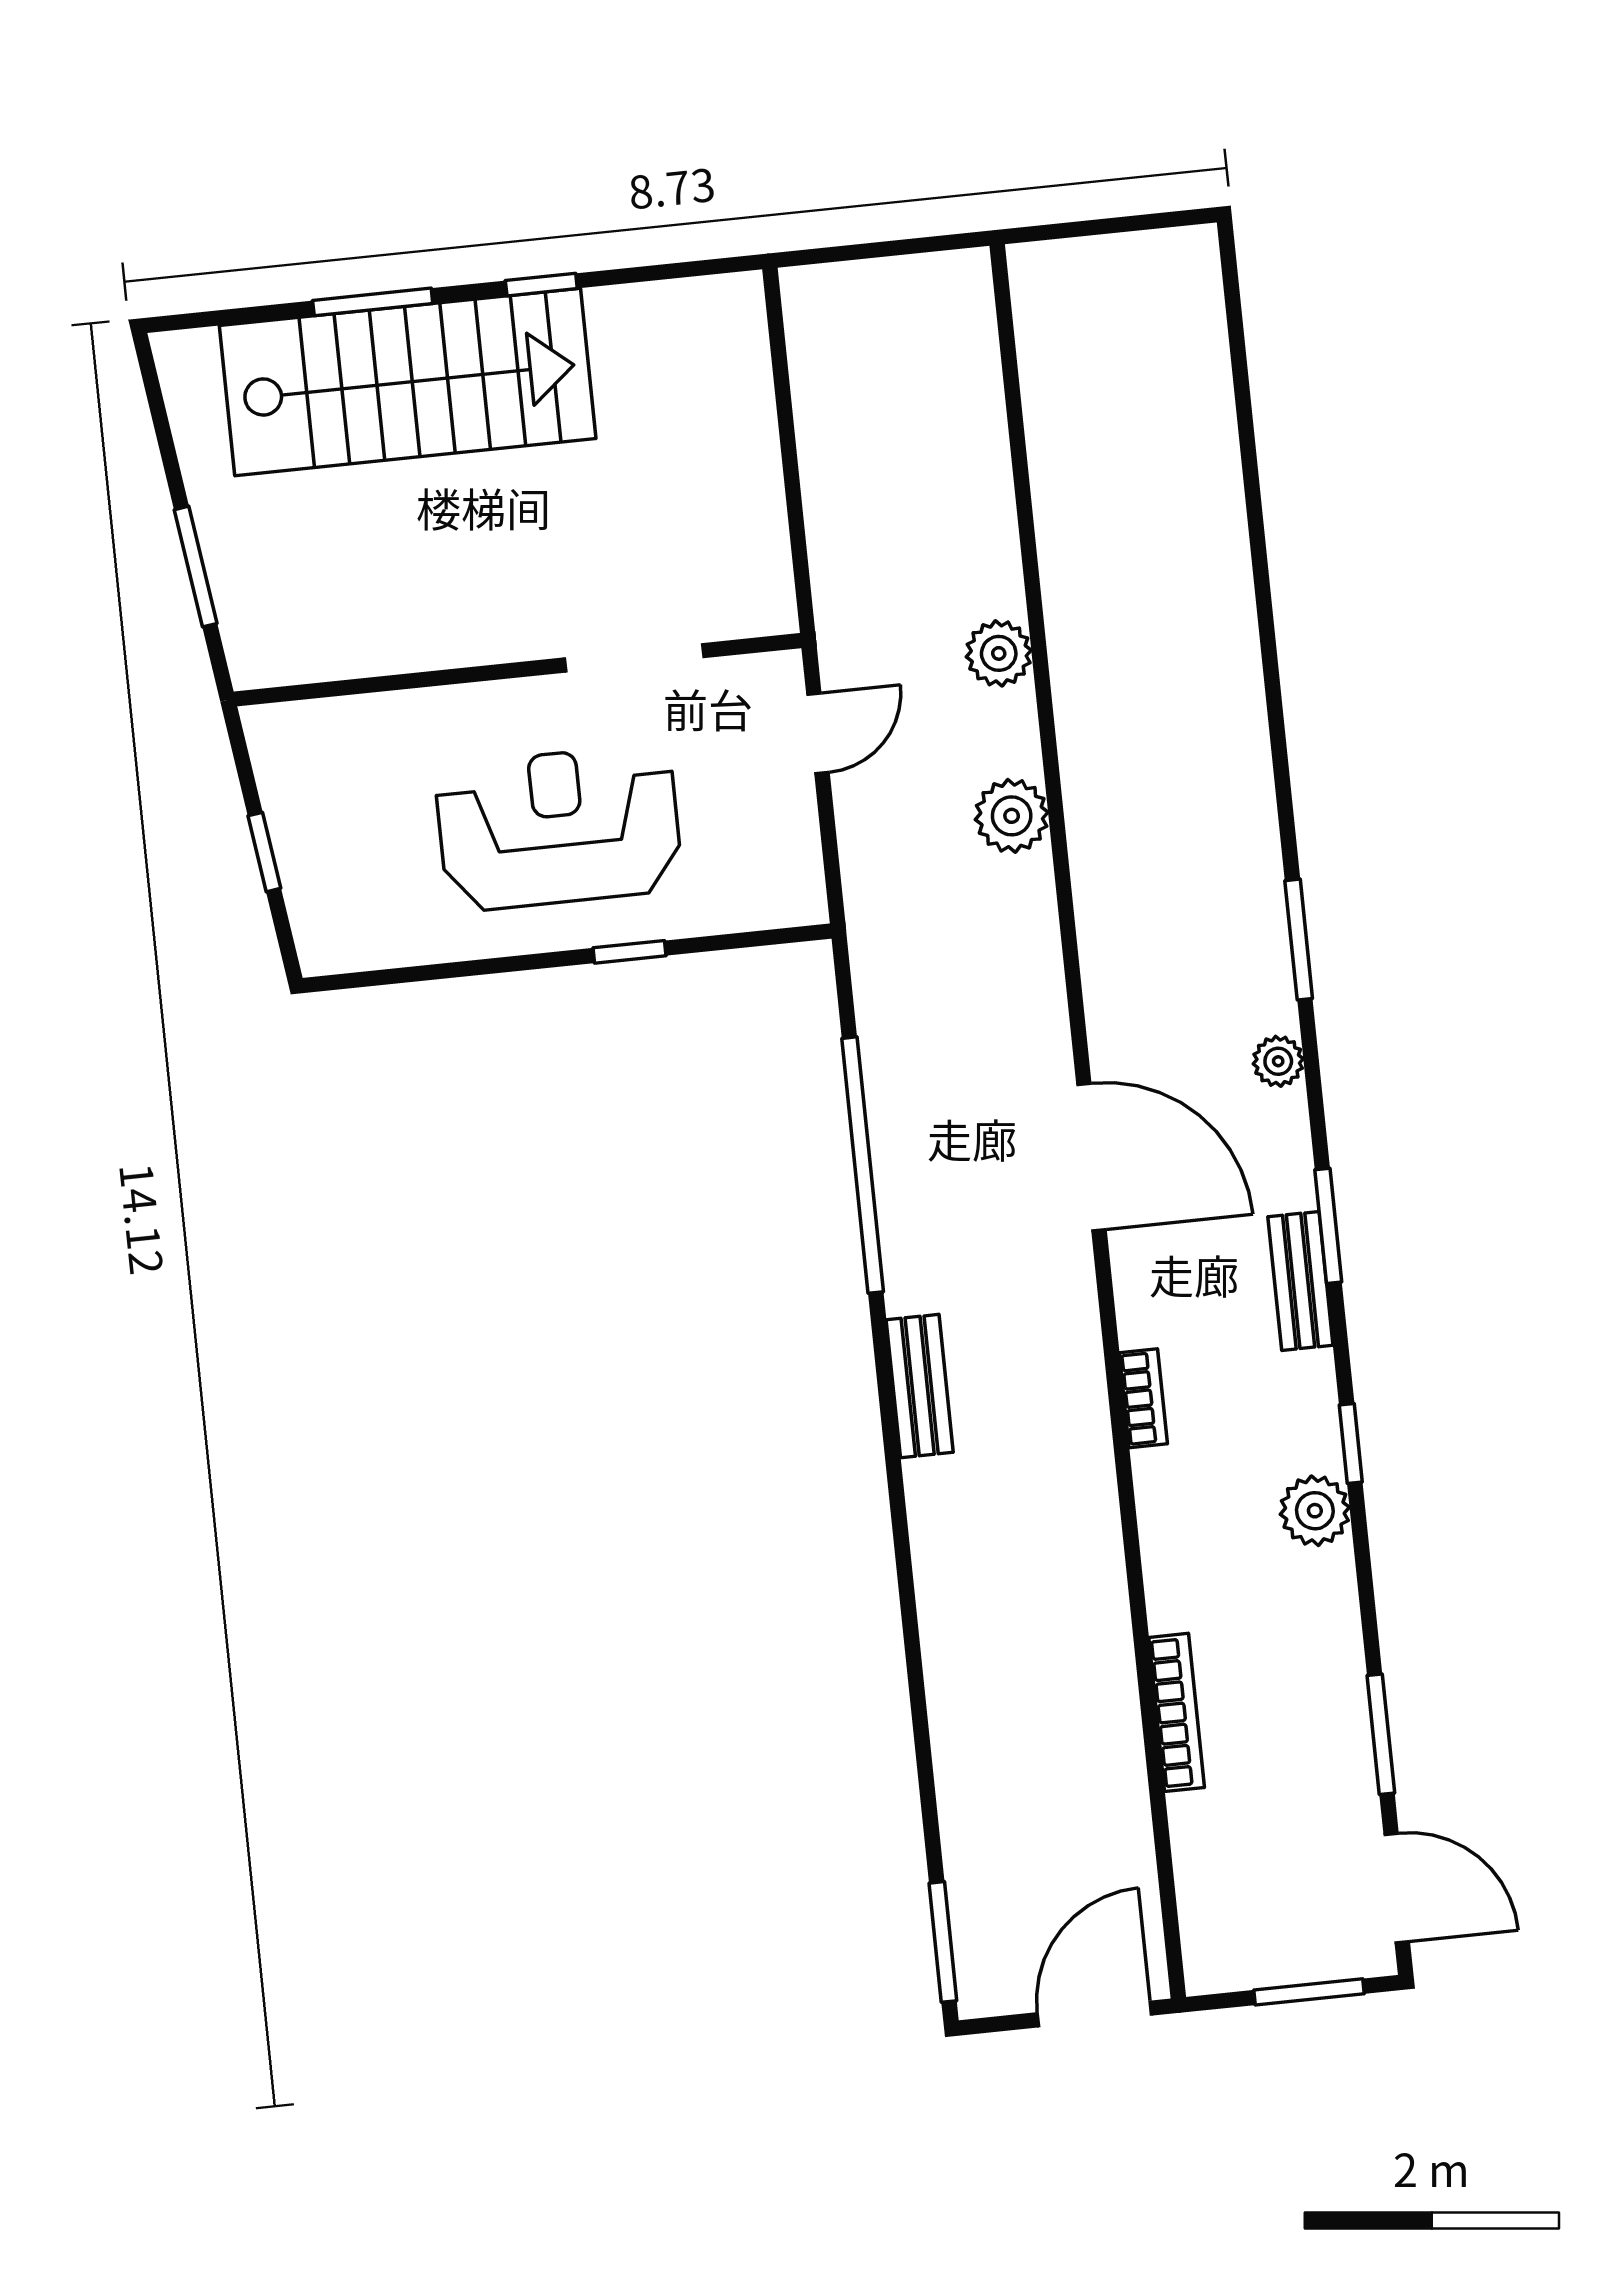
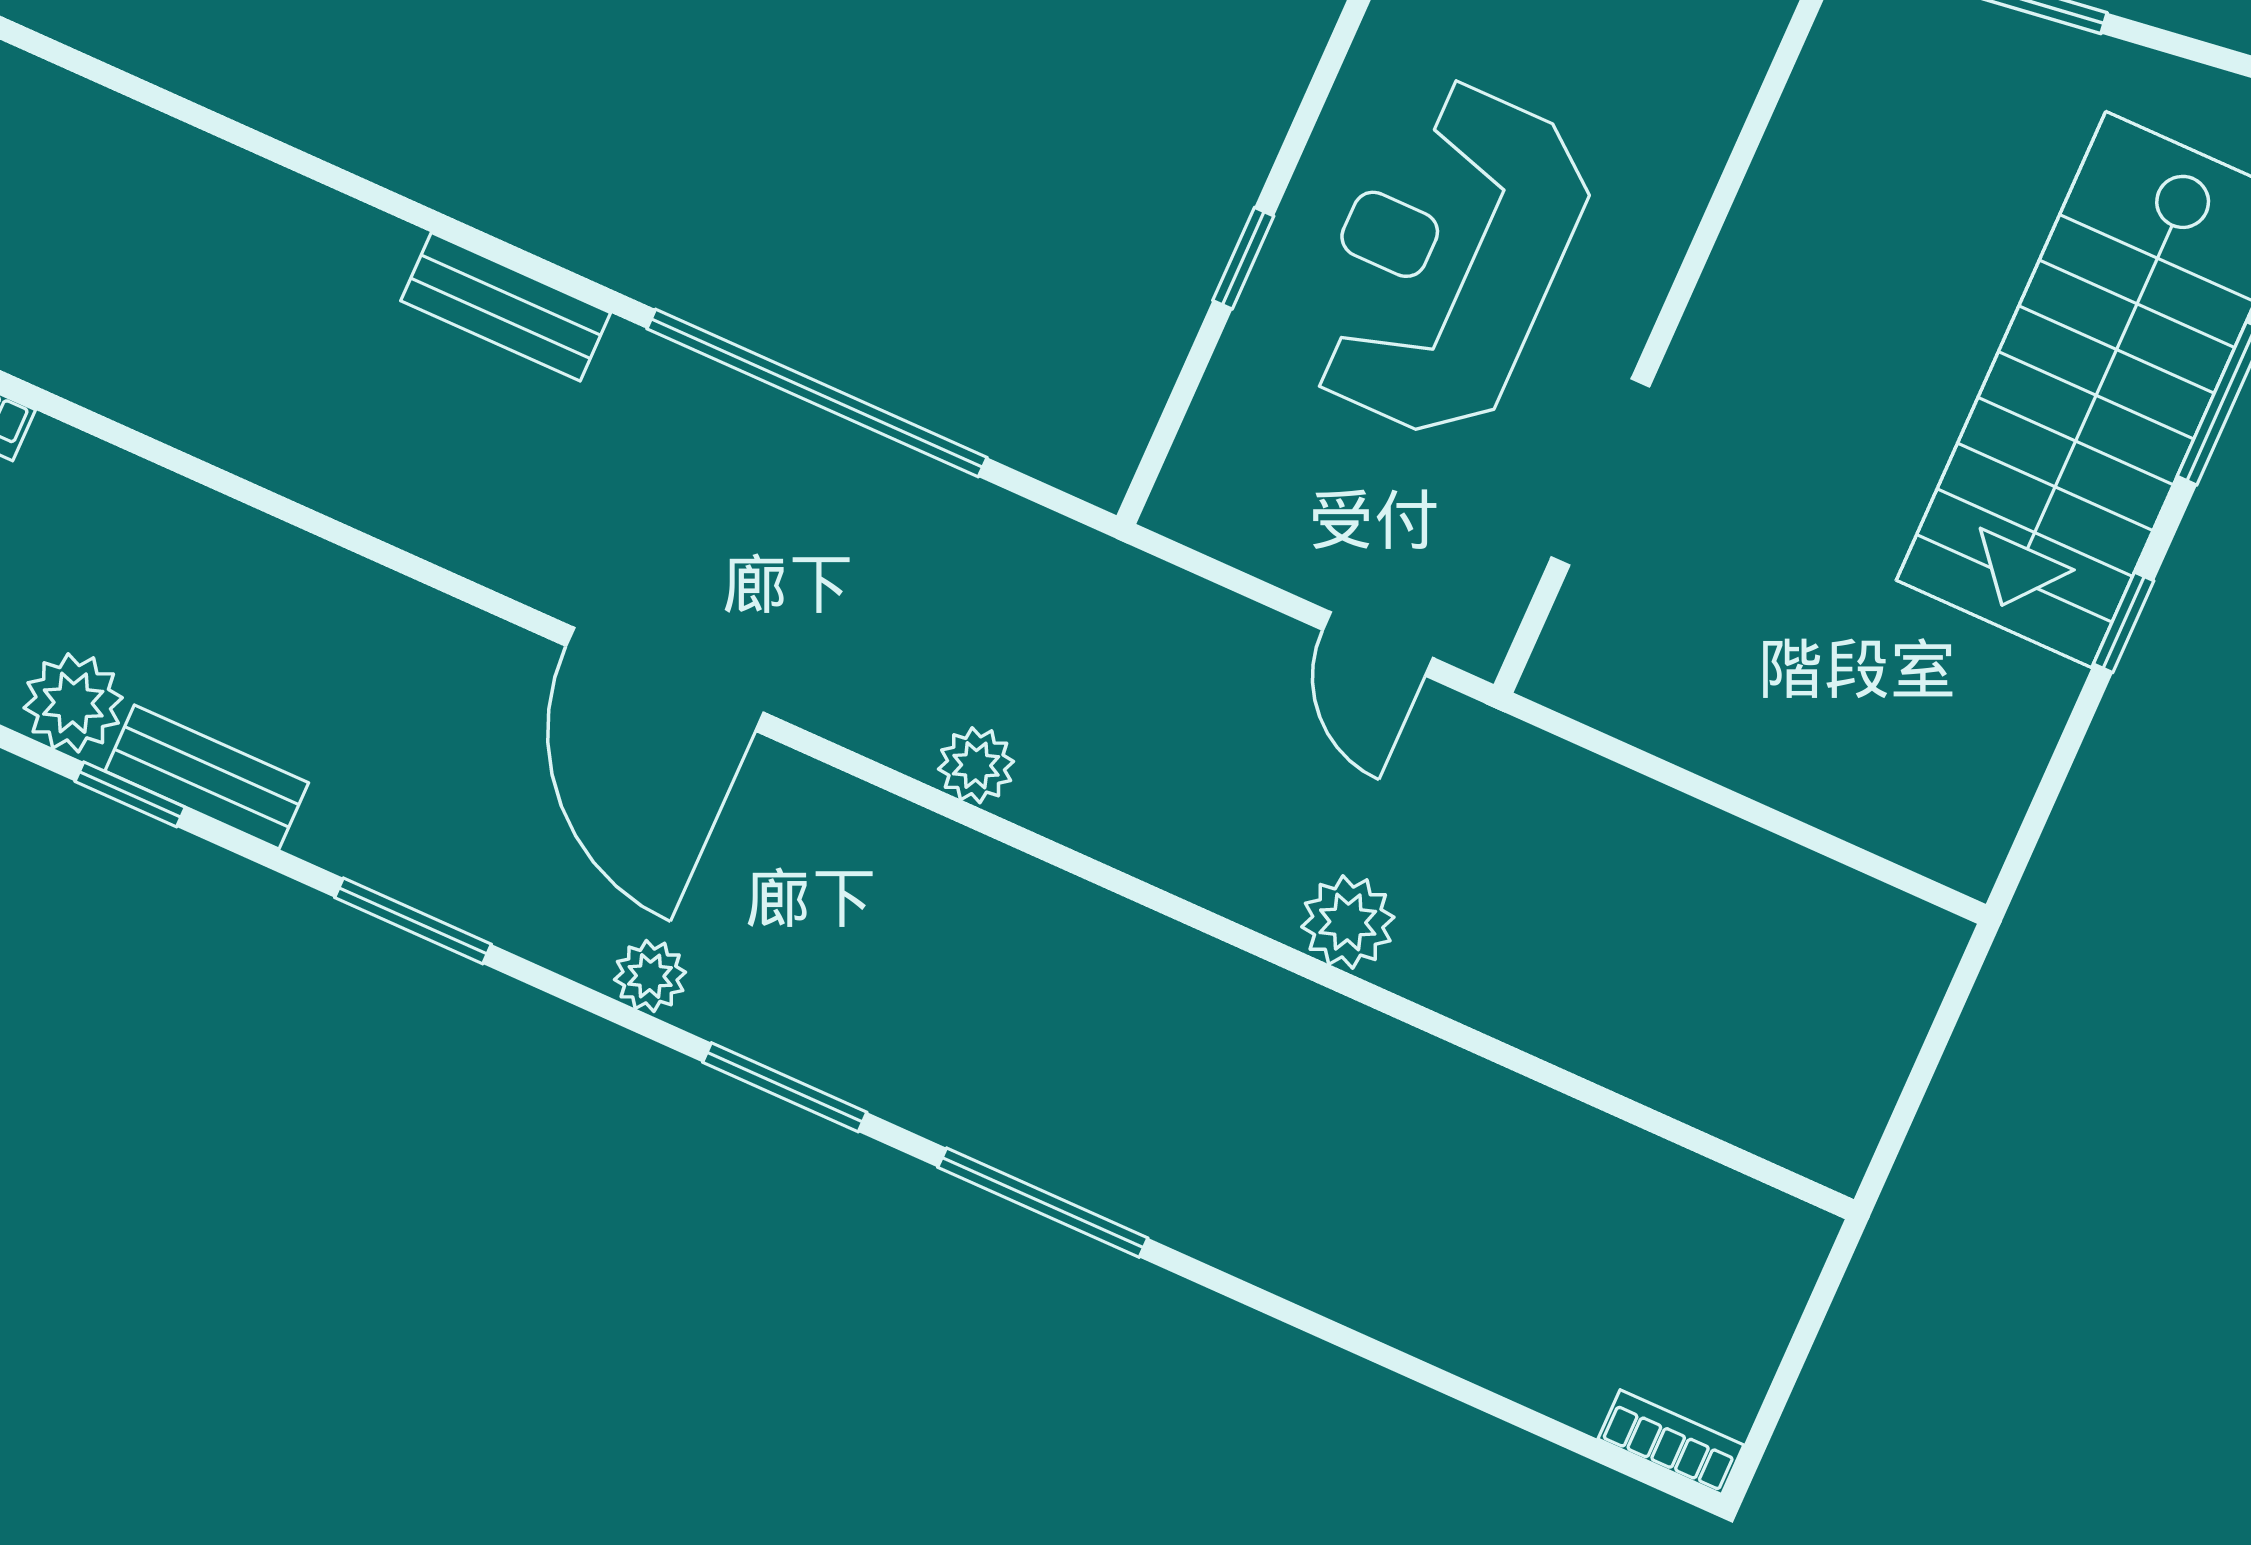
window: (1278, 741) -> (1043, 1203), added
plant: (1012, 816) -> (976, 765), moved, width x0.73, depth x0.73
reception desk: (559, 828) -> (1445, 259), turned 180
door: (1091, 1157) -> (665, 679), hinge flipped
bench: (1300, 1281) -> (207, 777), moved
bookcase: (1143, 1398) -> (1671, 1442), moved, turned 180

